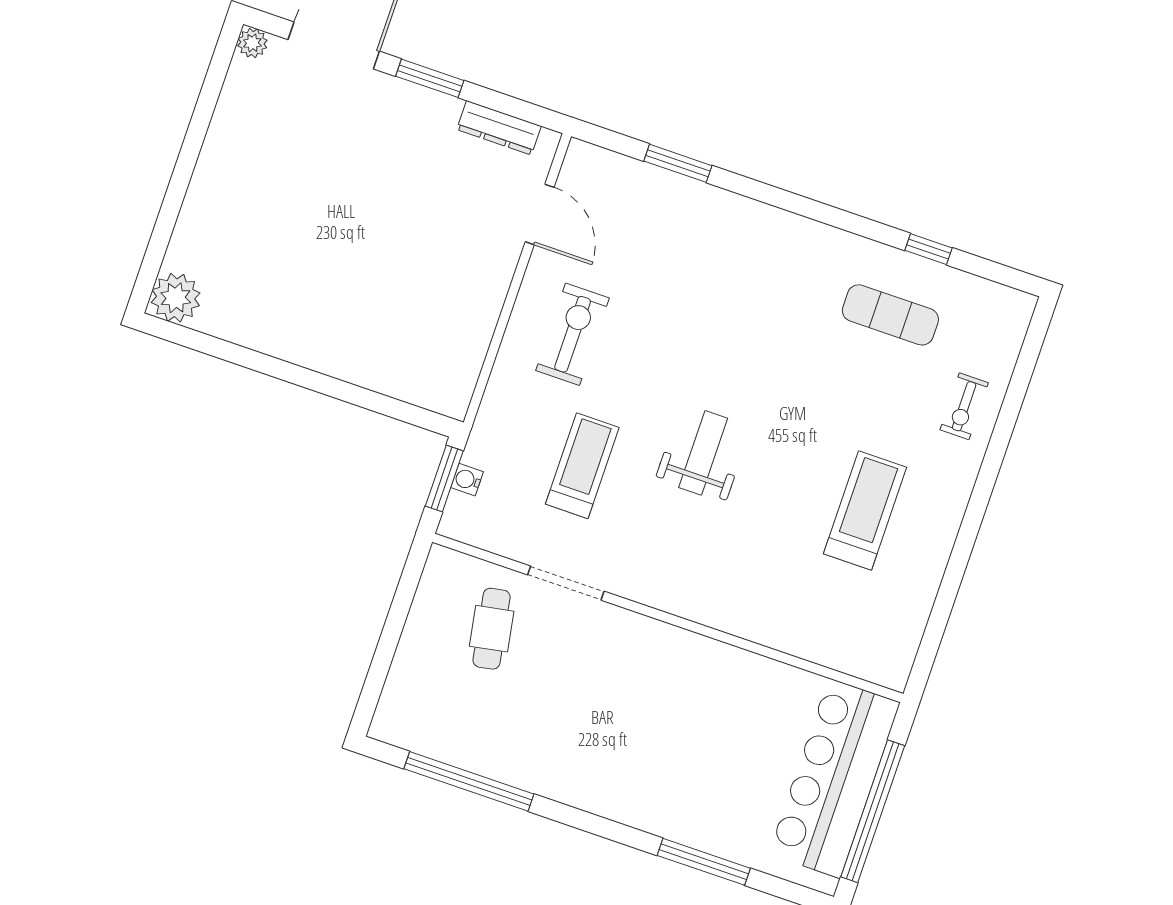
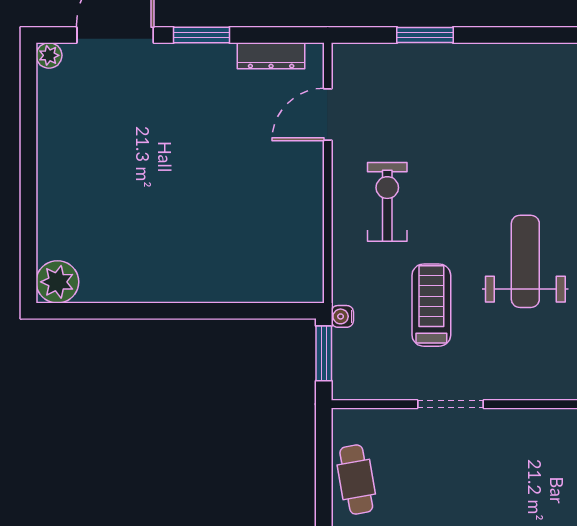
door: (540, 215) -> (328, 114), swing flipped
weight bench: (703, 453) -> (525, 261), width x1.36, depth x1.33
water cooler: (467, 480) -> (342, 316), moved
cafe table: (492, 629) -> (356, 480), moved

